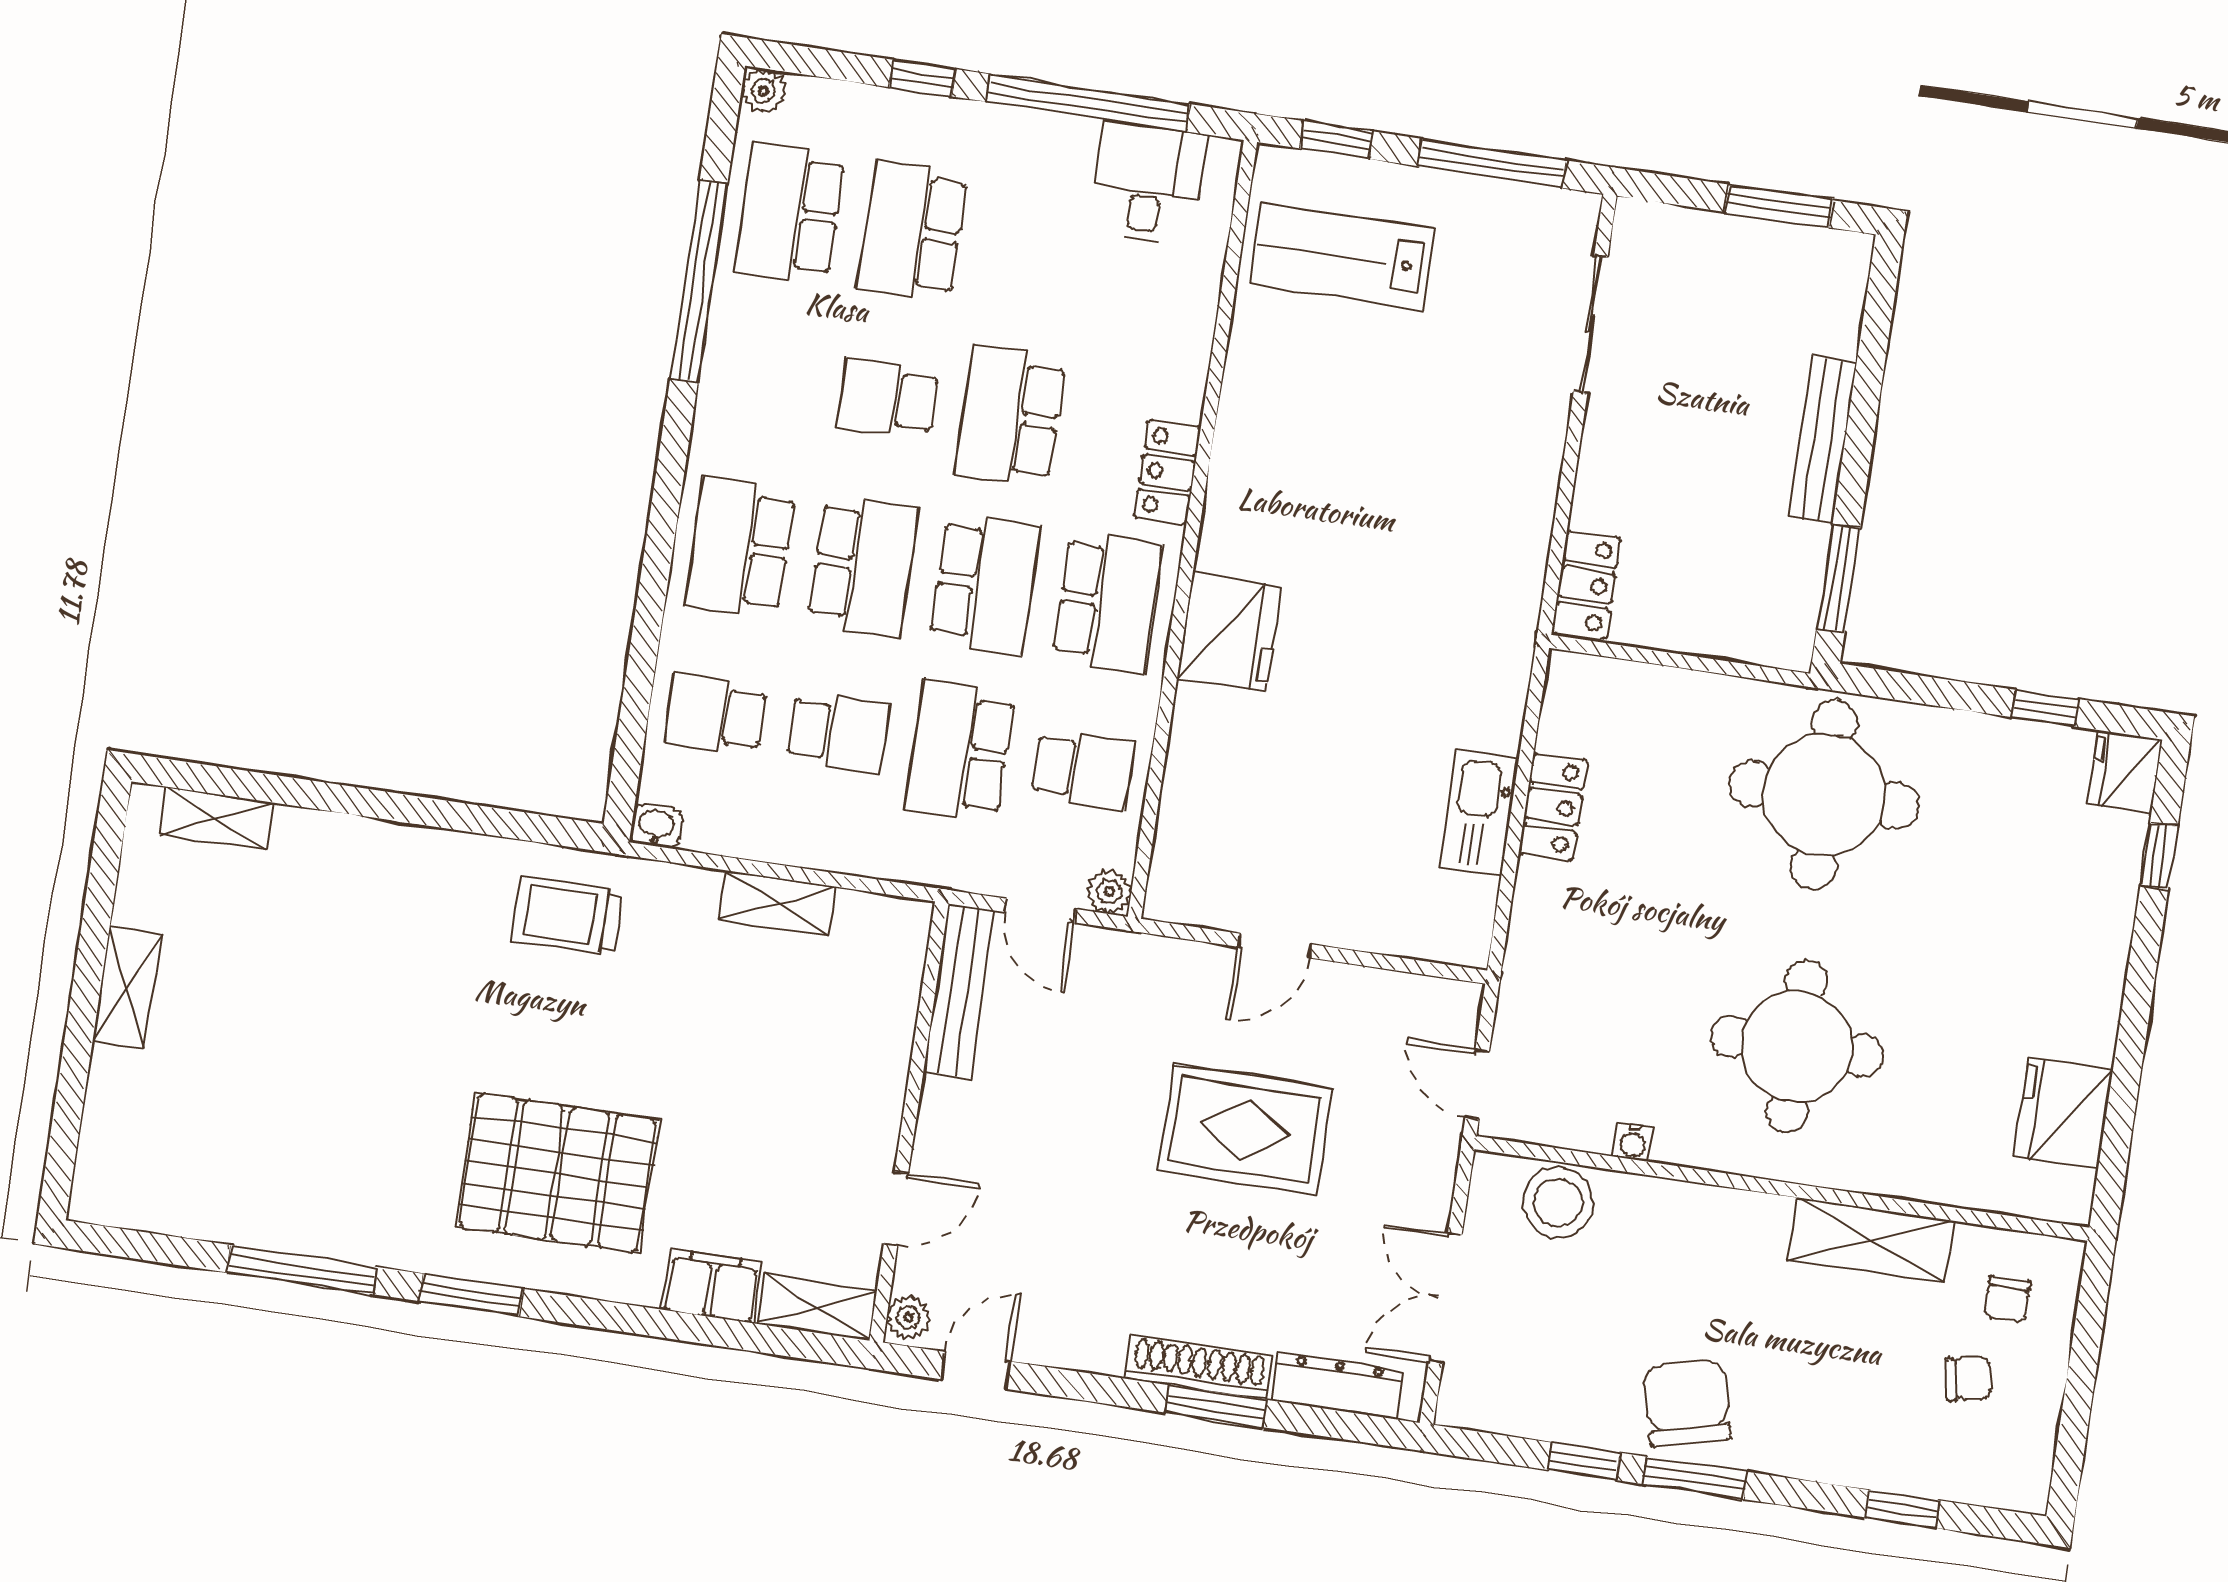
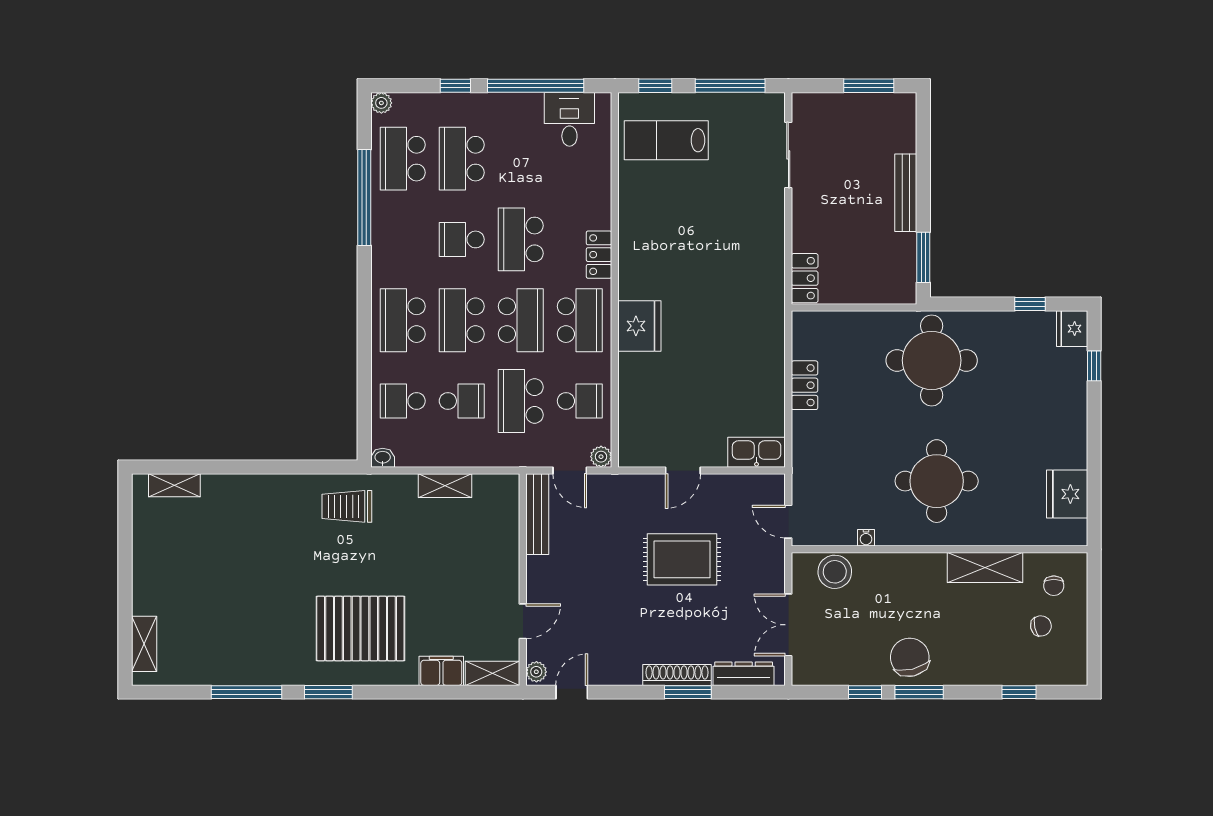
school desk: (863, 566) -> (462, 320), turned 180
kitchen sink: (1479, 812) -> (757, 452), moved, turned 90
shelving: (127, 988) -> (144, 644), moved

